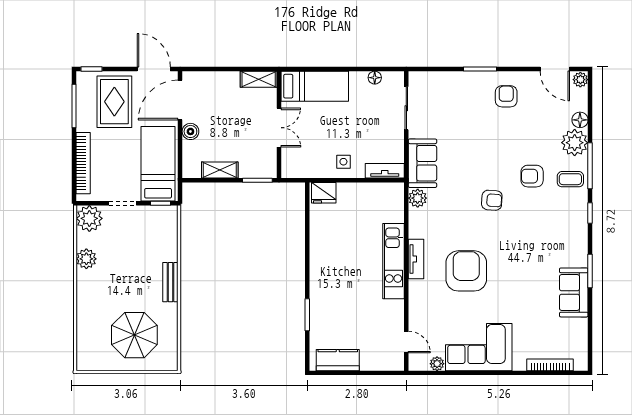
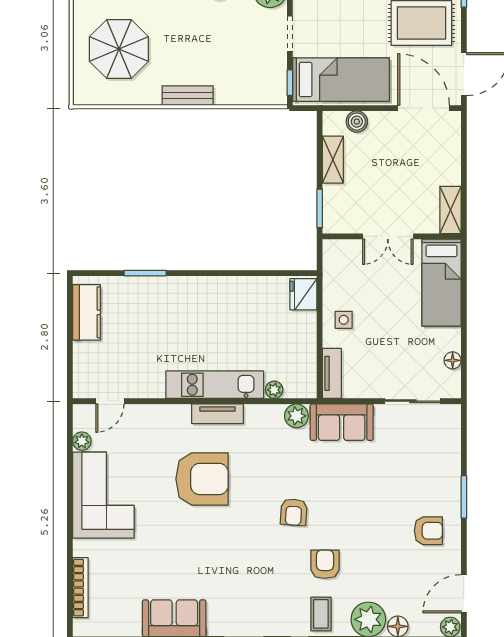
boiler: (190, 131) -> (357, 122), moved
plant: (397, 215) -> (274, 390), added

